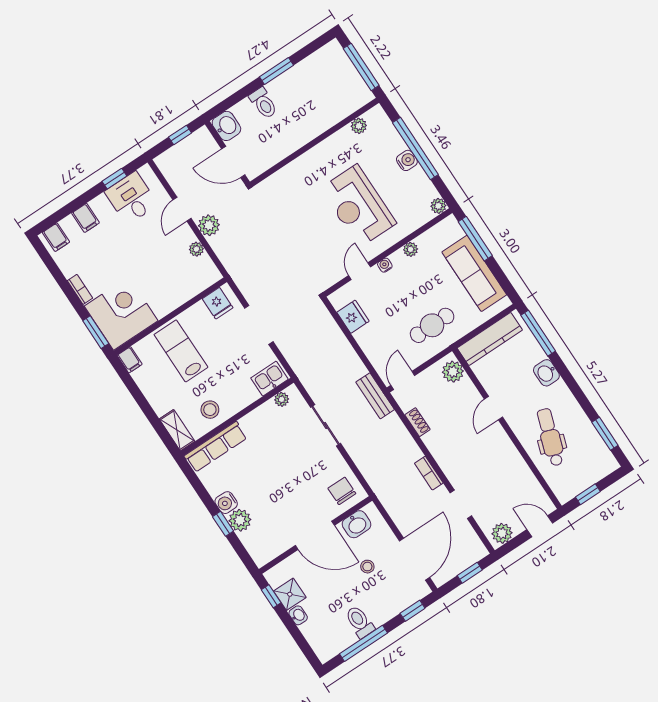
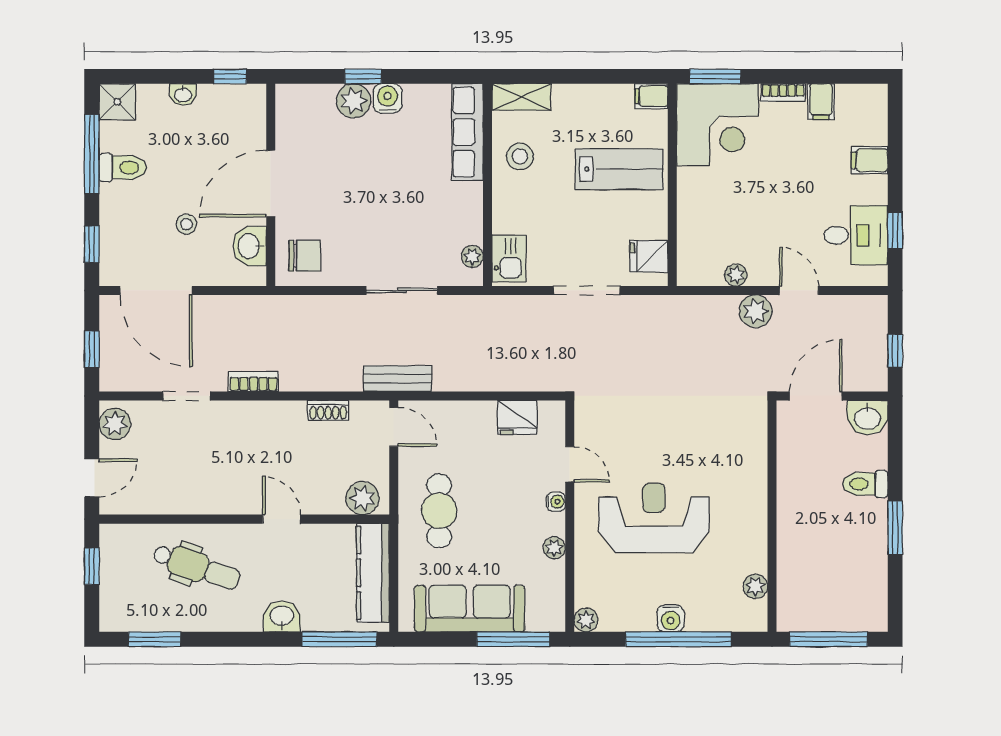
filing cabinet: (56, 237) -> (821, 102), moved, turned -90
shower: (290, 594) -> (117, 102), moved

